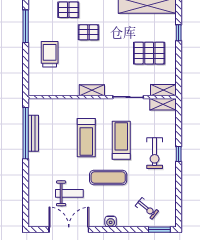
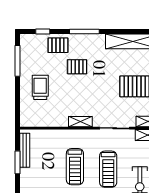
window: (26, 133) -> (18, 162), width x0.47
bench: (33, 133) -> (25, 150), moved
treadmill: (121, 140) -> (108, 169), turned 180

